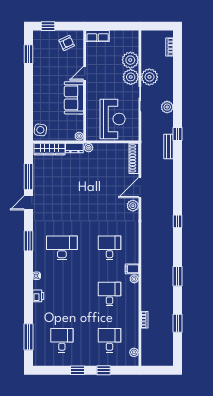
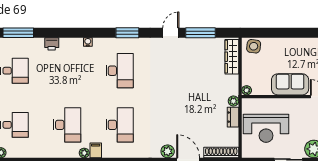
dresser: (74, 148) -> (233, 117), moved
door: (28, 203) -> (171, 33), hinge flipped
desk: (109, 248) -> (120, 125), width x1.37
desk: (109, 294) -> (67, 125), width x1.37
printer: (38, 296) -> (52, 44), moved

